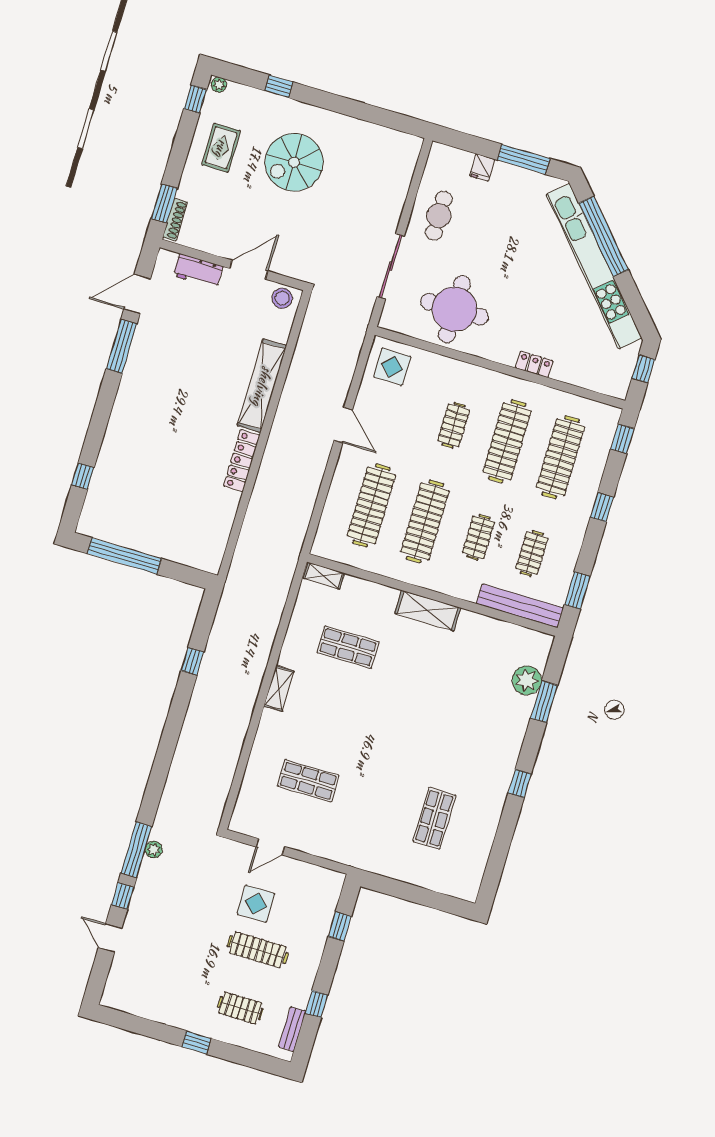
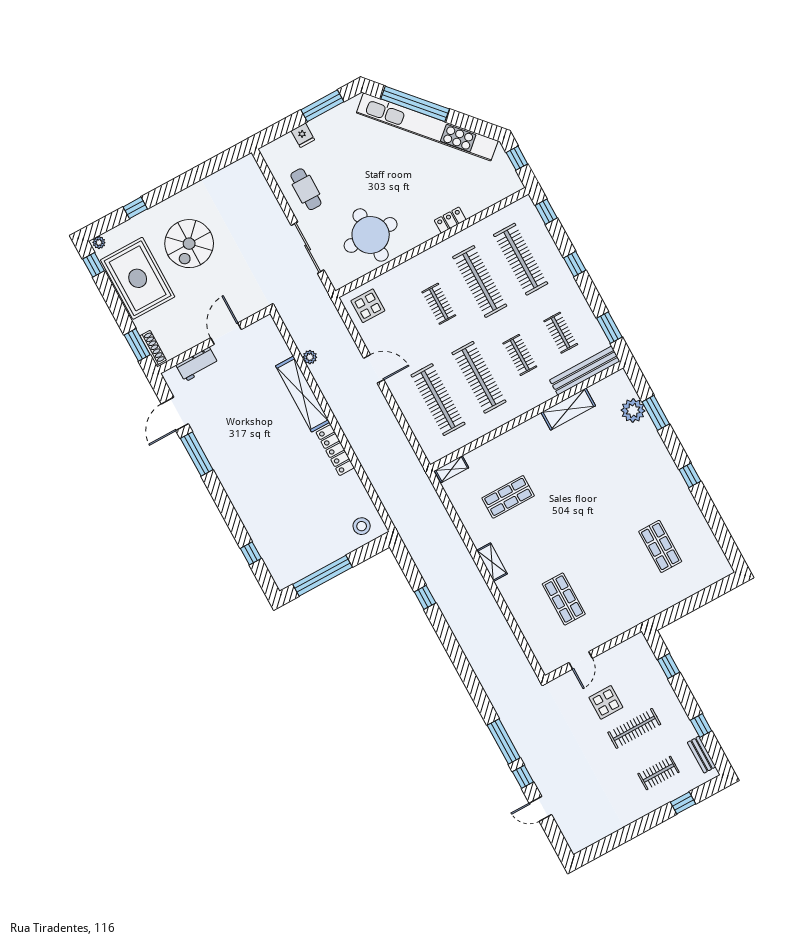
rug: (221, 148) -> (138, 278), width x1.86, depth x2.06
stool: (282, 298) -> (362, 526), moved
shelving: (428, 611) -> (568, 409), moved
shop shelf: (308, 781) -> (564, 599), turned 90
plant: (154, 850) -> (310, 357), moved
window: (196, 1042) -> (683, 803), moved

